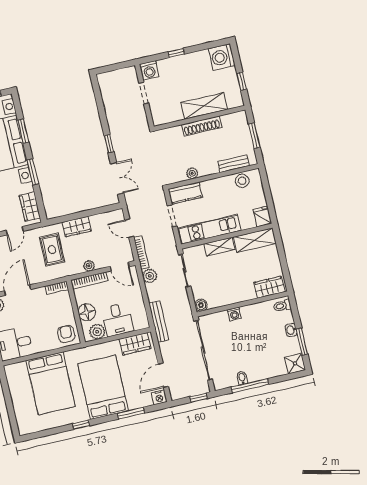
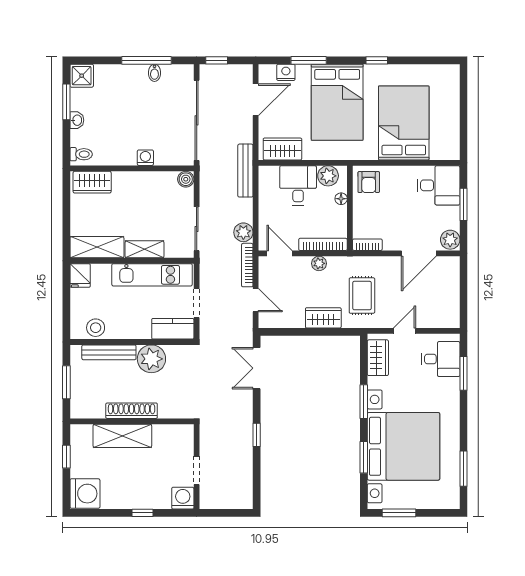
window: (109, 144) -> (257, 435), moved
bench: (233, 164) -> (109, 352), width x1.36
plant: (192, 173) -> (151, 359), width x1.88, depth x1.88
floor lamp: (87, 312) -> (341, 199), width x0.53, depth x0.53
nightstand: (159, 397) -> (286, 72), moved

